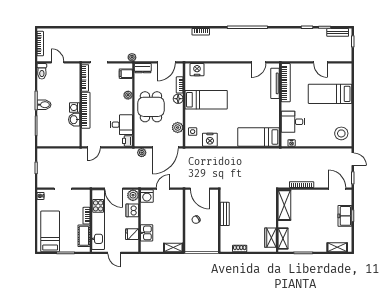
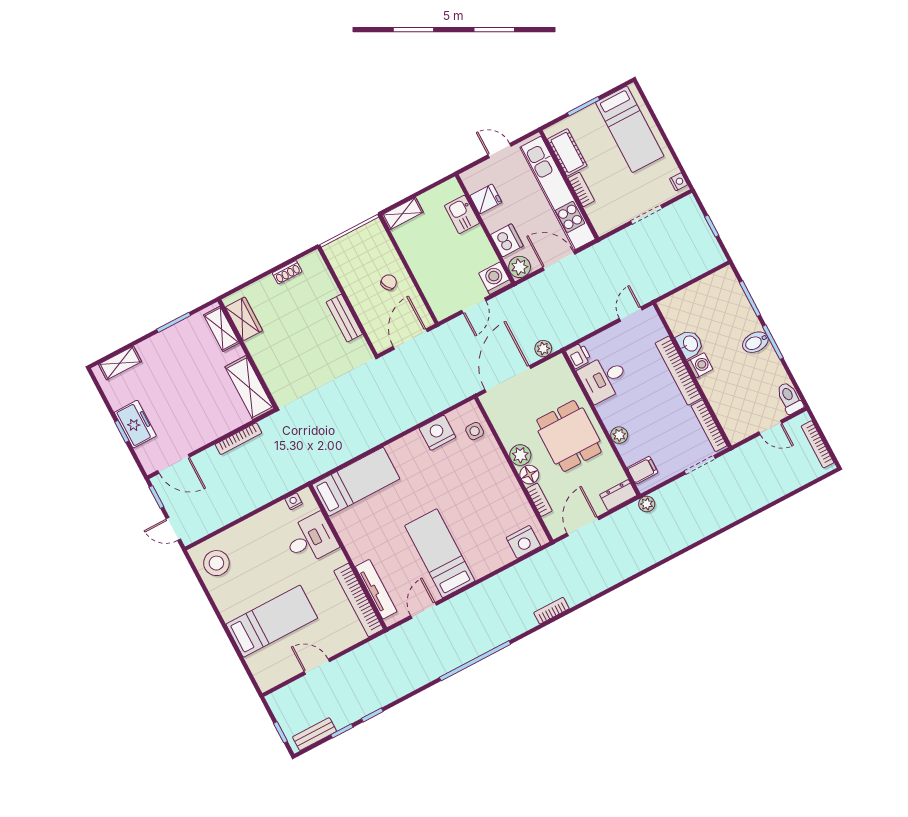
bed: (206, 100) -> (440, 553), moved, turned 90
plant: (178, 128) -> (520, 455), moved
door: (200, 189) -> (410, 339), hinge flipped

